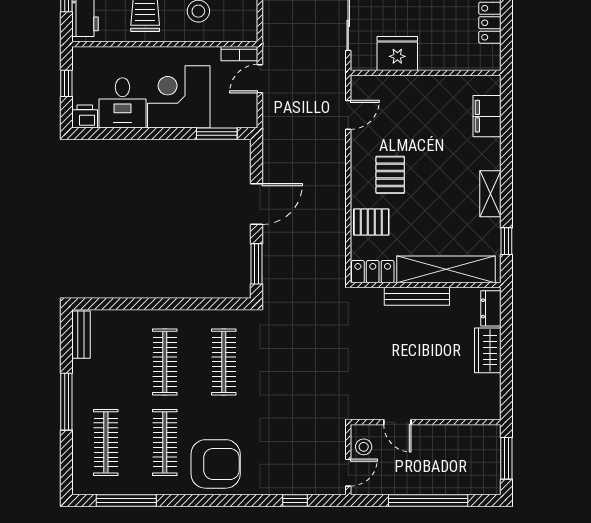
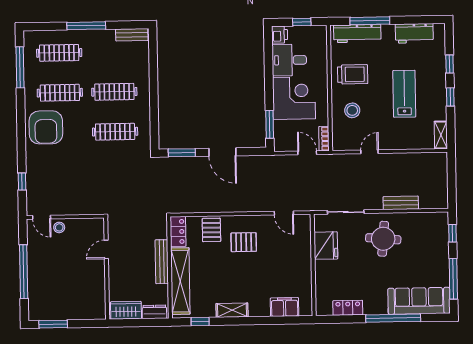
door: (397, 422) -> (106, 249), moved
wall: (426, 422) -> (107, 269), moved

